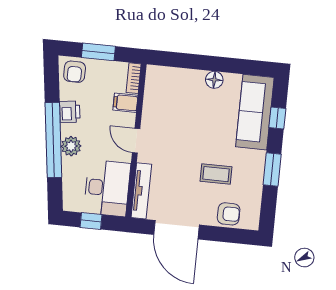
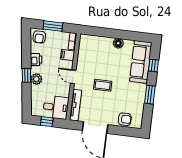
window: (53, 140) -> (26, 75), width x0.32
coffee table: (216, 174) -> (103, 85), moved
desk: (107, 188) -> (56, 107), width x0.73

